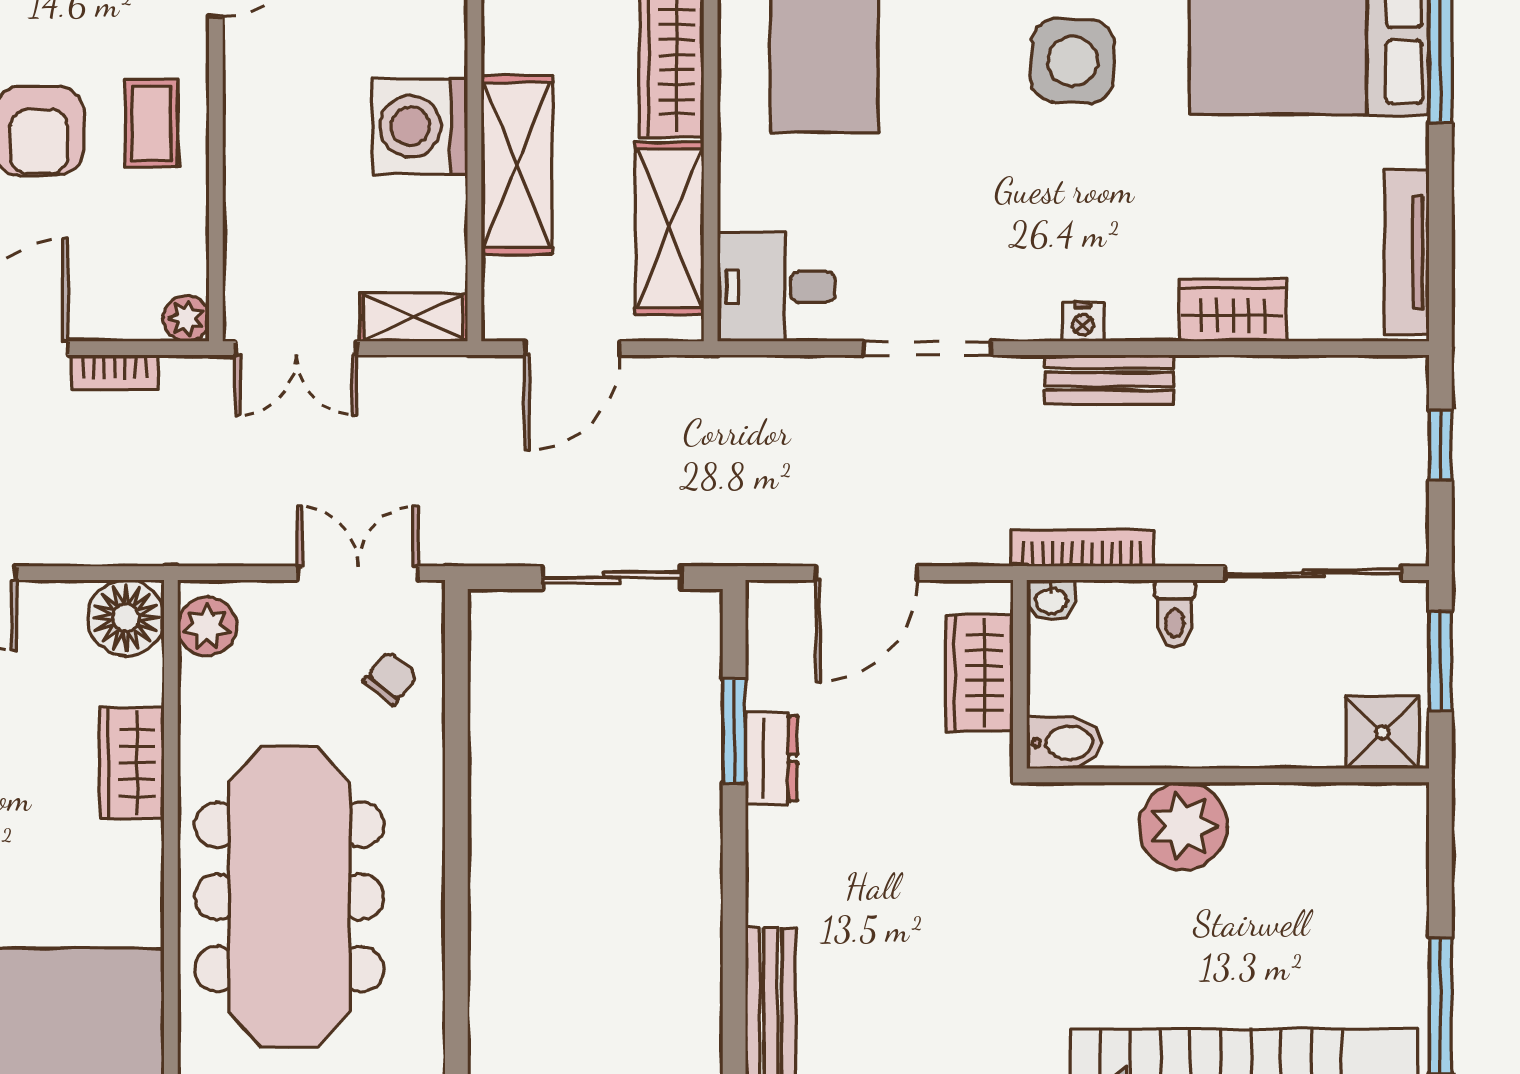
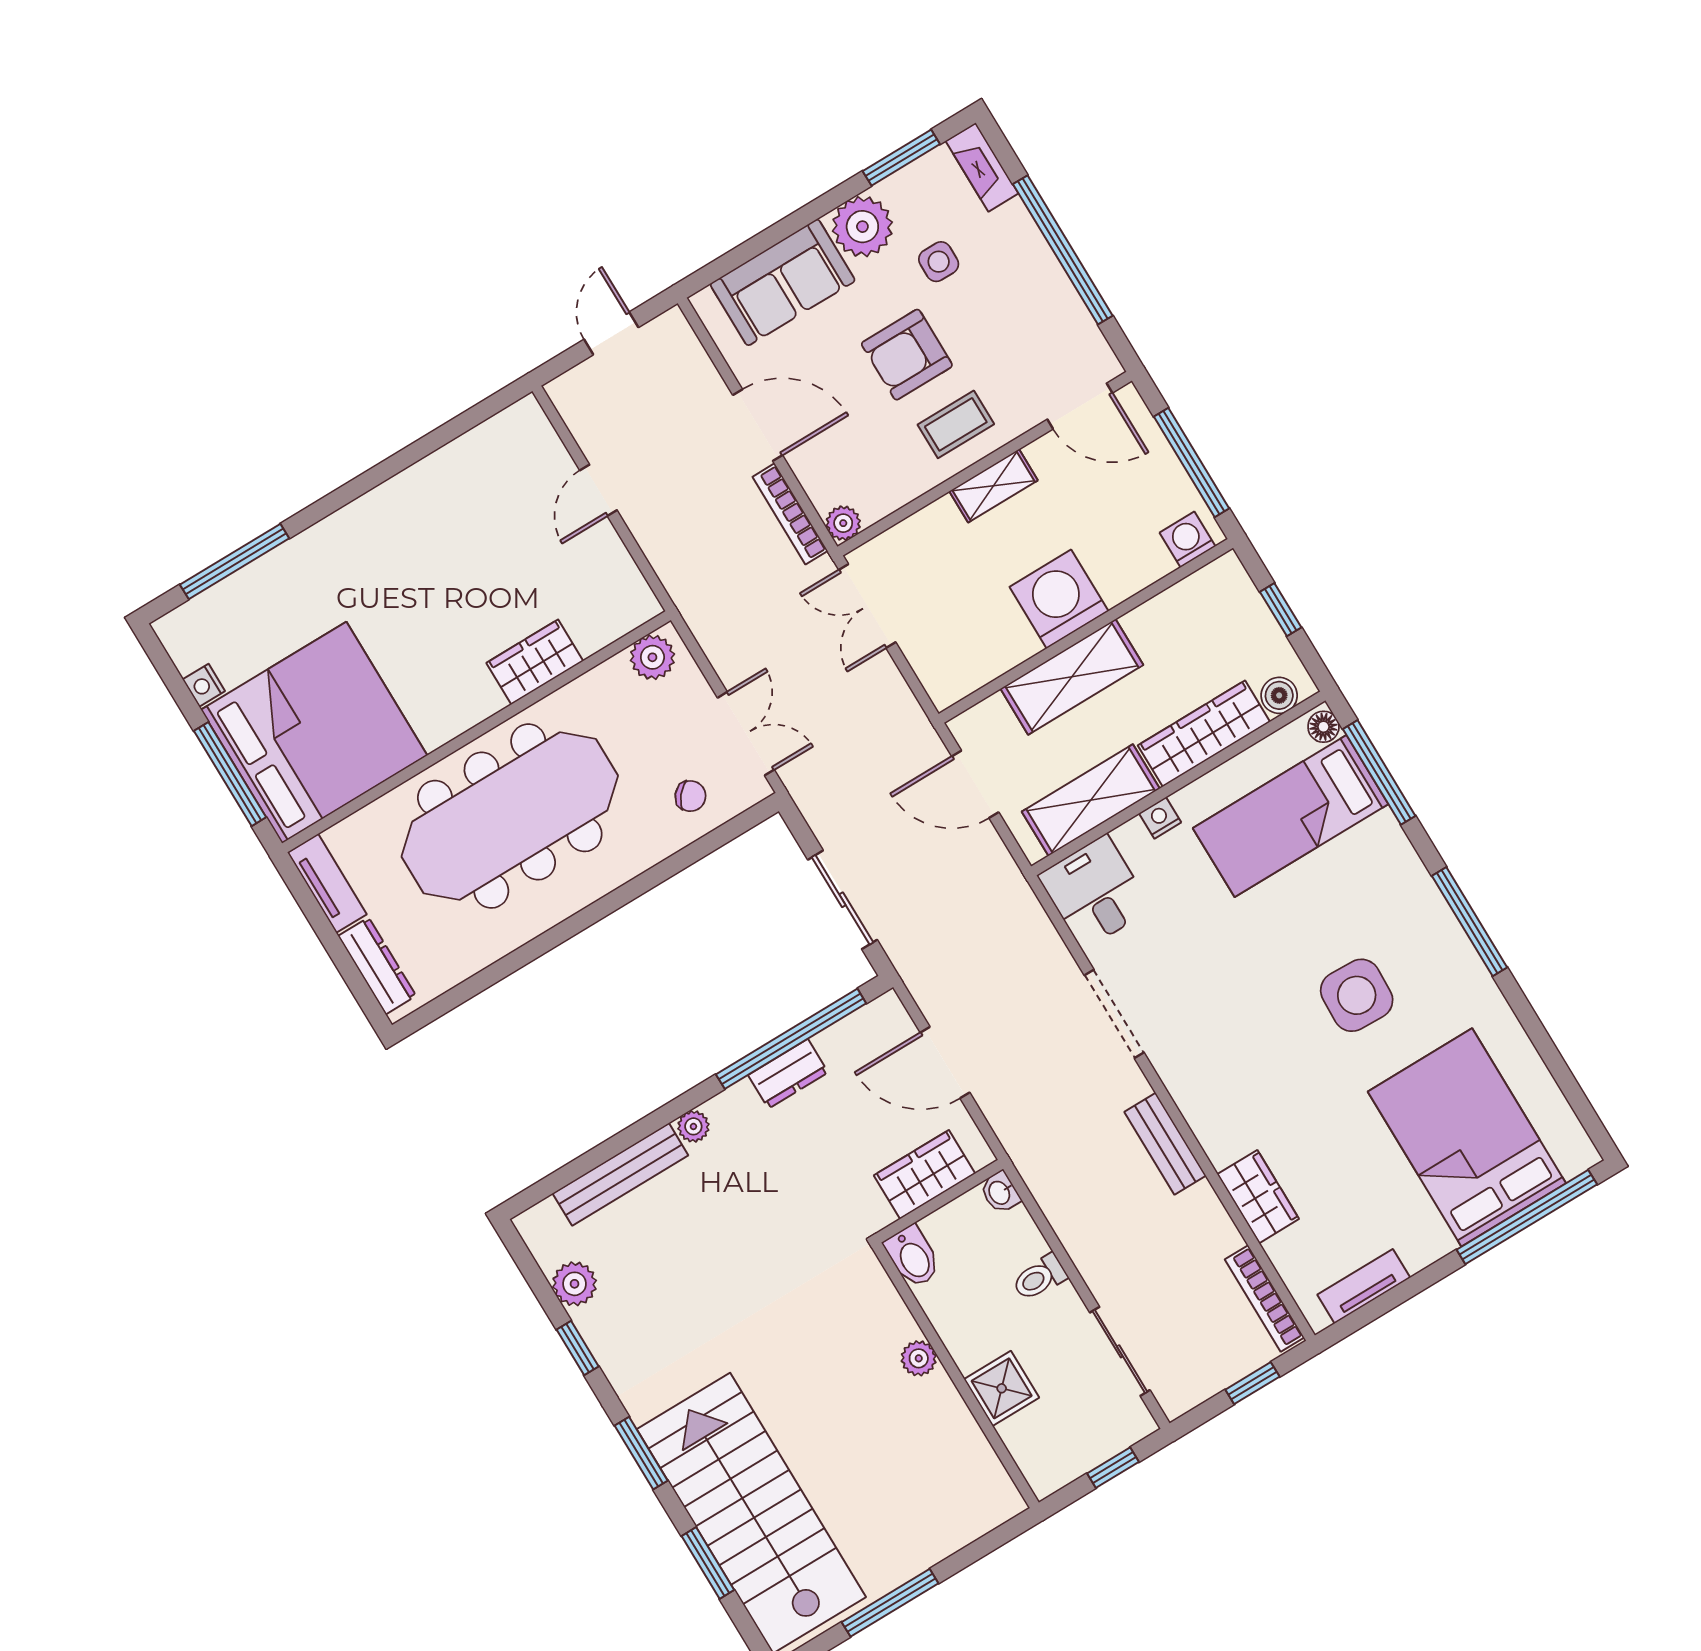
tv unit: (1407, 252) -> (1364, 1286), width x0.71
shelving: (414, 317) -> (993, 486), moved, turned 90
nightstand: (1083, 322) -> (1160, 818), moved, turned 90
bookcase: (115, 372) -> (790, 514), width x1.56
bookcase: (1082, 548) -> (1264, 1298), moved, turned 180
sliding door: (1313, 573) -> (1120, 1351), width x0.73
floor lamp: (126, 618) -> (626, 601), removed
window: (1440, 661) -> (1113, 1468), width x0.67
window: (734, 731) -> (791, 1039), width x2.11
shower: (1382, 732) -> (1002, 1388), moved
plant: (1183, 826) -> (919, 1358), width x0.53, depth x0.53
plant: (766, 902) -> (693, 1126), added

